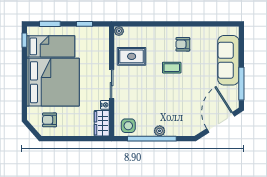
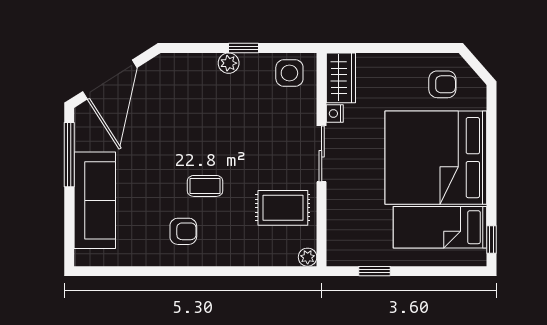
window: (50, 24) -> (442, 271), removed
window: (152, 139) -> (243, 48), width x0.32

